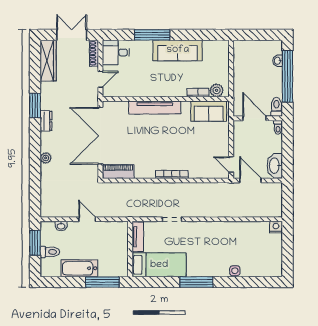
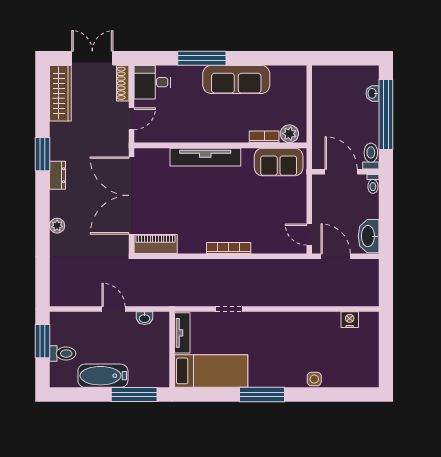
washbasin: (61, 226) -> (145, 318), moved
nightstand: (276, 227) -> (350, 320), moved

